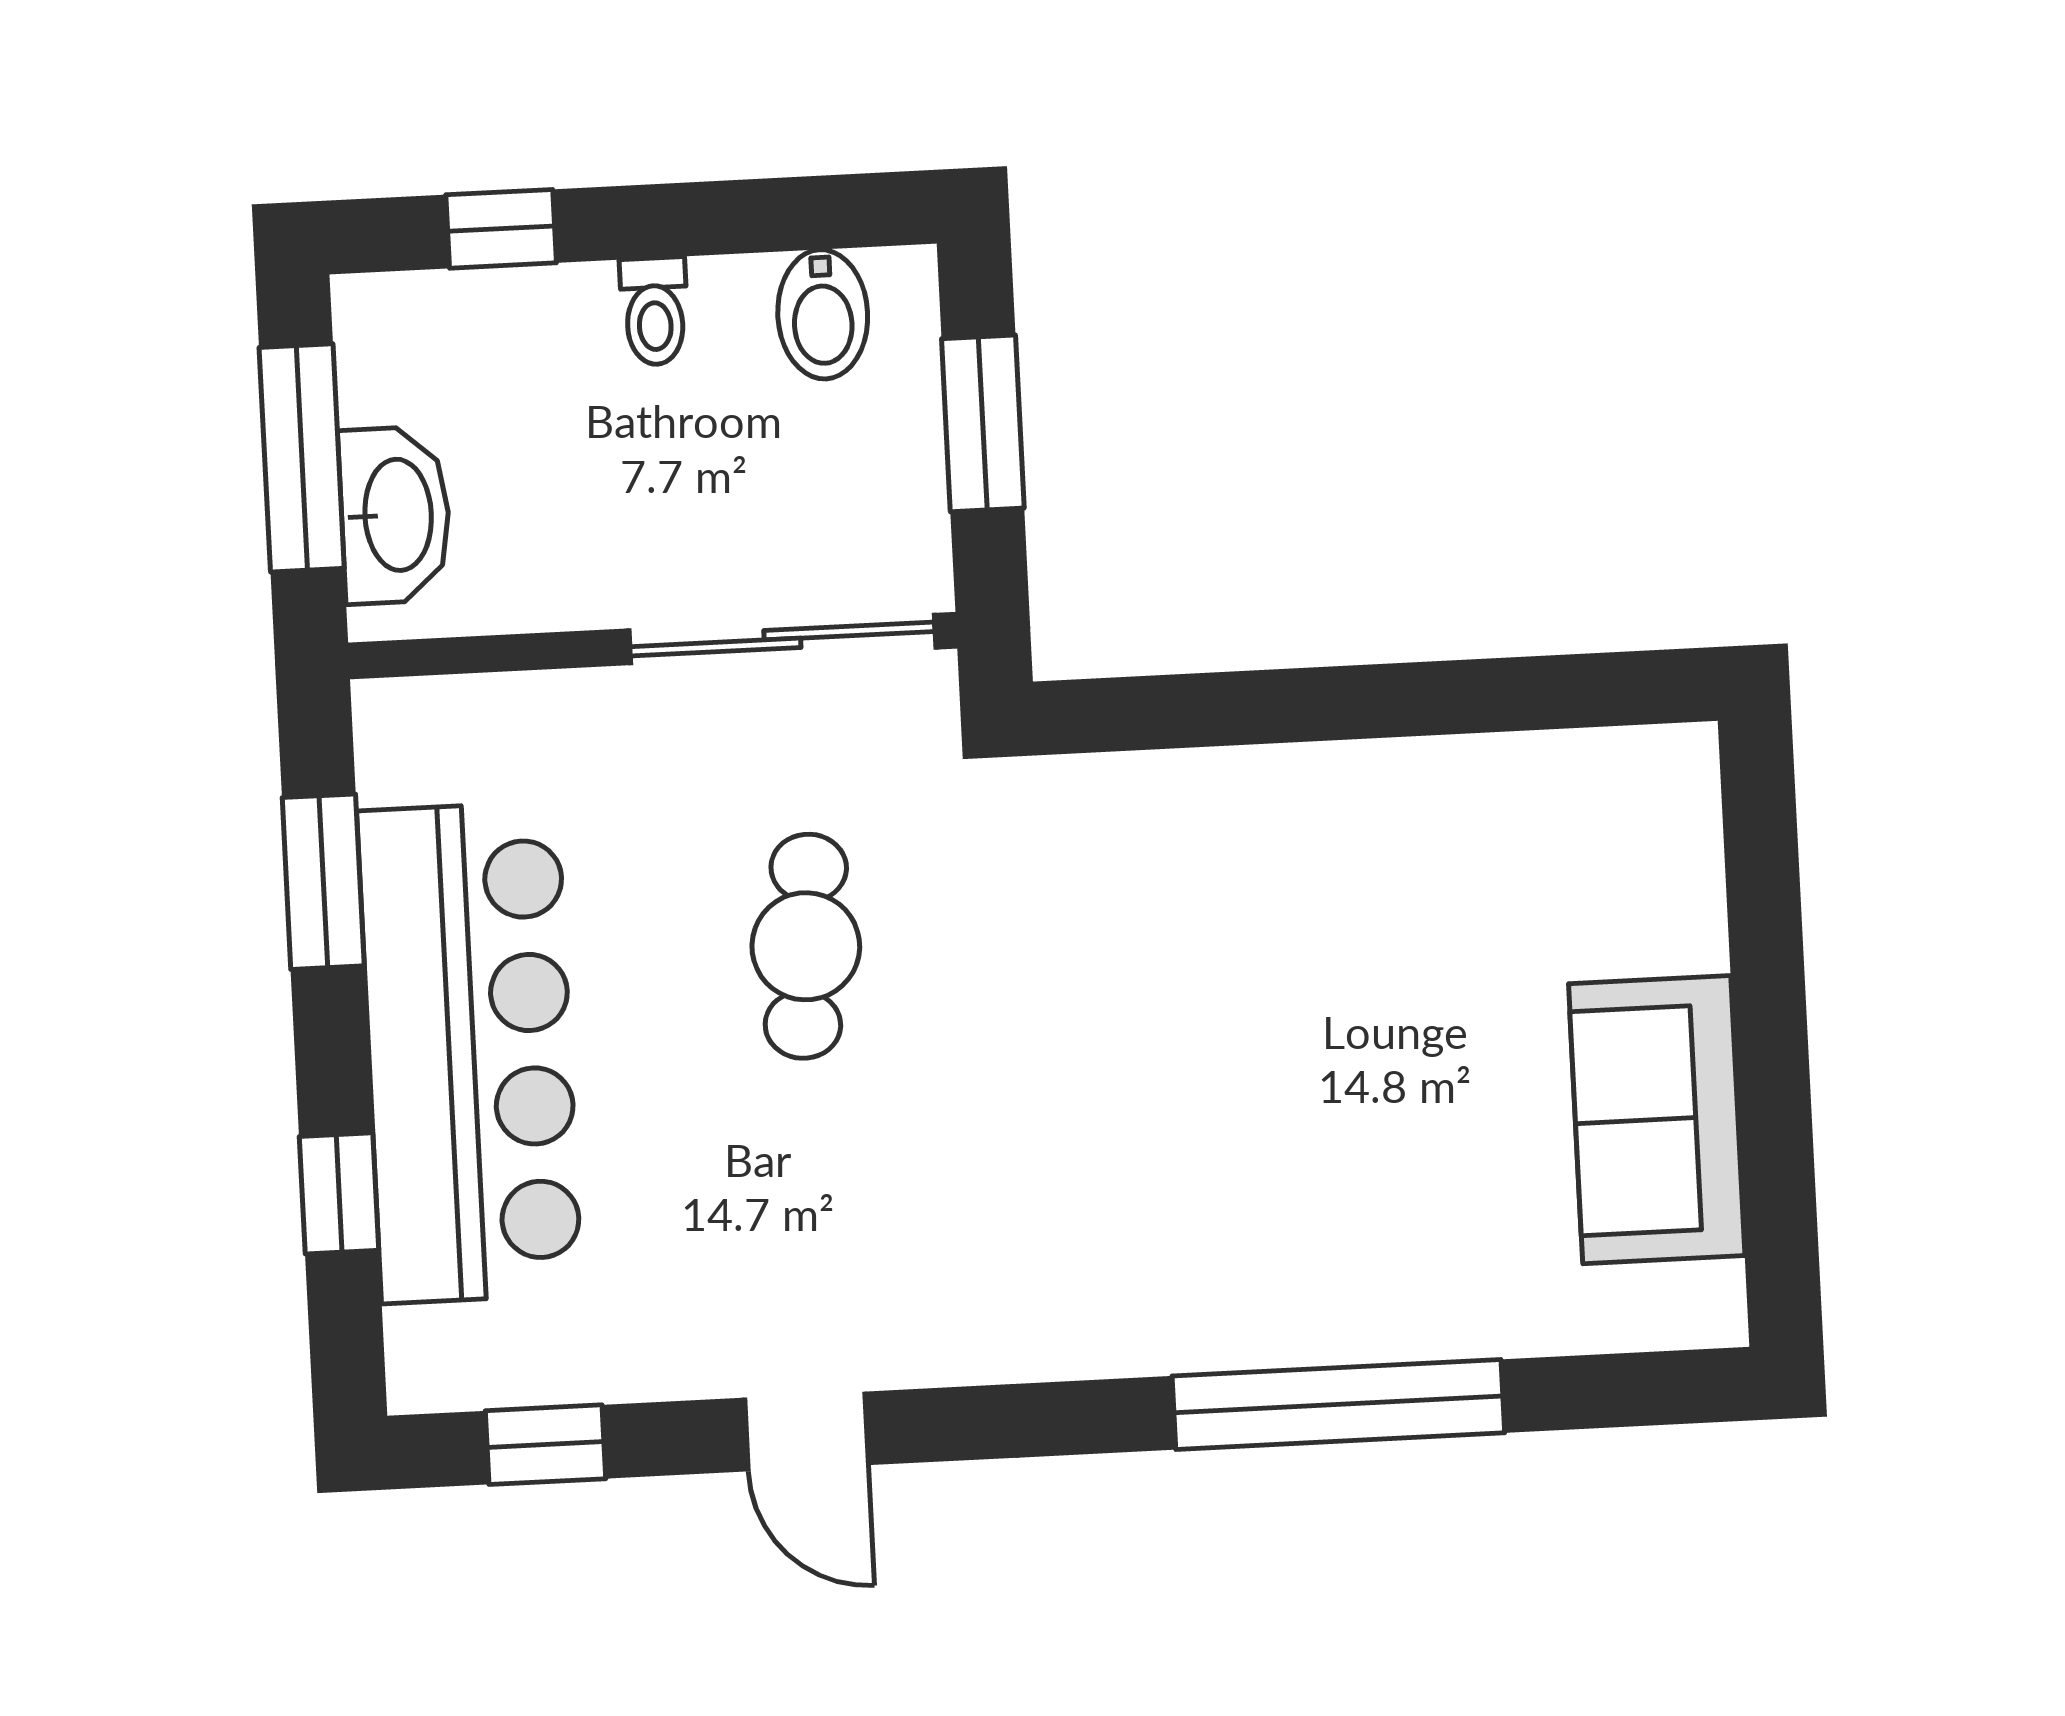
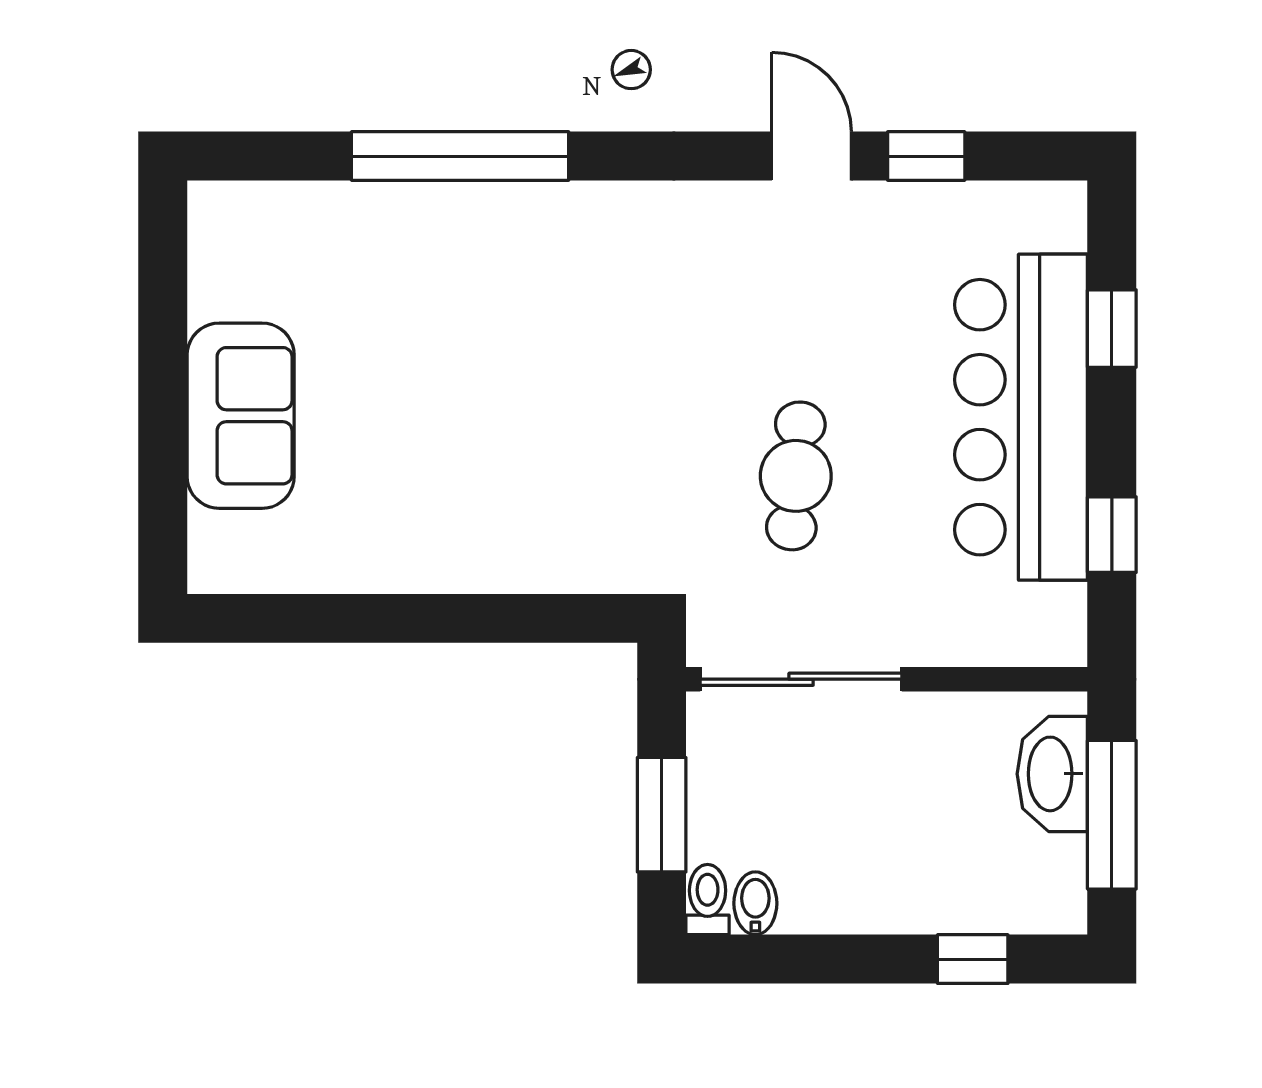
toilet: (654, 311) -> (708, 900), moved
bidet: (823, 314) -> (755, 903), width x0.72, depth x0.74
window: (323, 882) -> (1112, 535), width x0.67
sofa: (1657, 1120) -> (241, 416), moved
window: (545, 1445) -> (926, 156), moved

